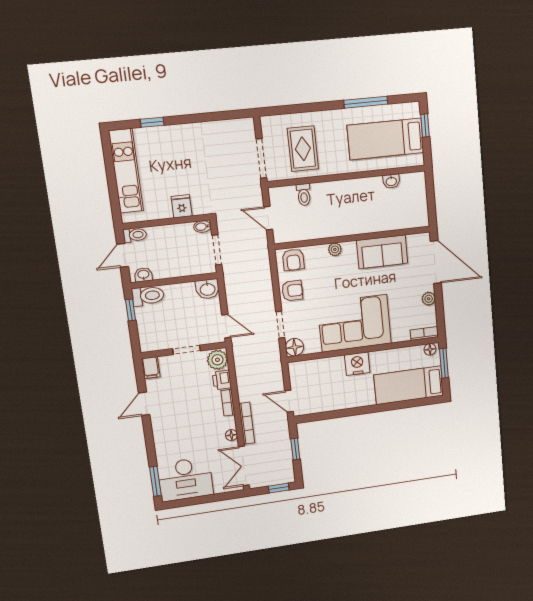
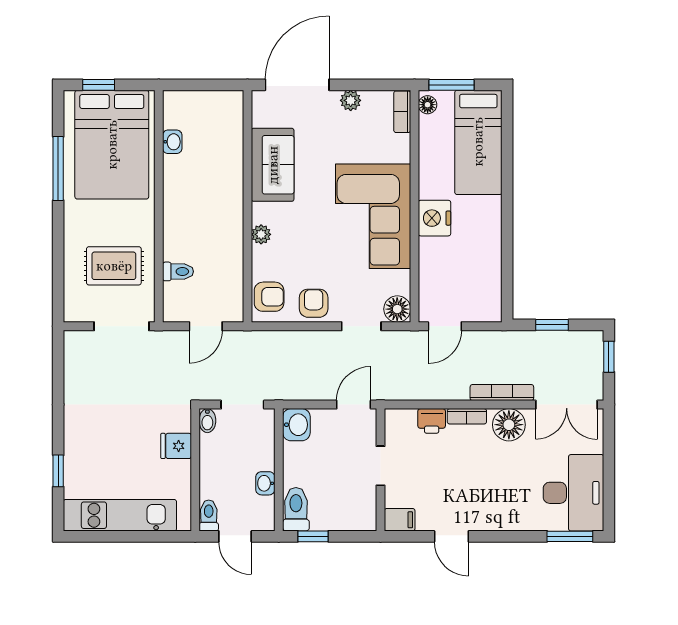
bed: (386, 139) -> (112, 145), width x1.50
washbasin: (143, 275) -> (265, 483), moved
plant: (217, 360) -> (401, 423), removed
door: (289, 401) -> (445, 326), moved
floor lamp: (231, 435) -> (509, 425), width x1.89, depth x1.89

